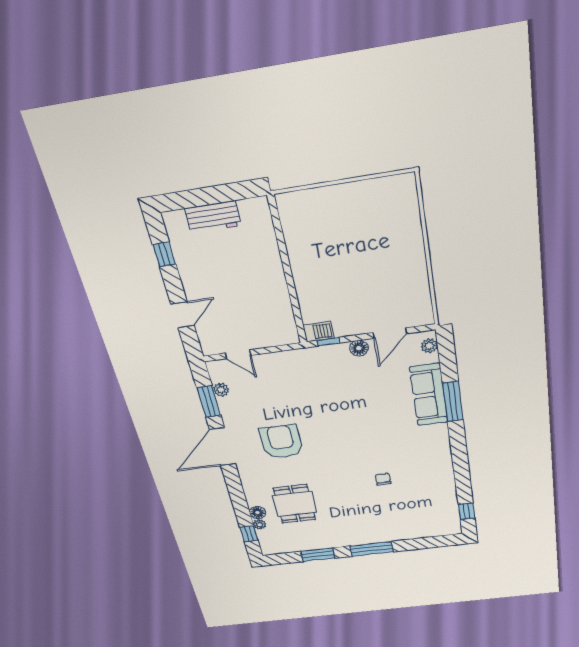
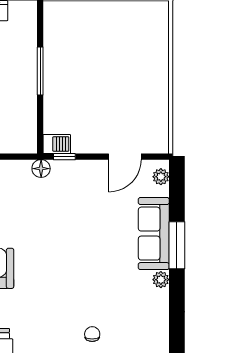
window: (286, 266) -> (40, 71), added
floor lamp: (359, 348) -> (41, 169), moved
plant: (441, 431) -> (161, 280), added

